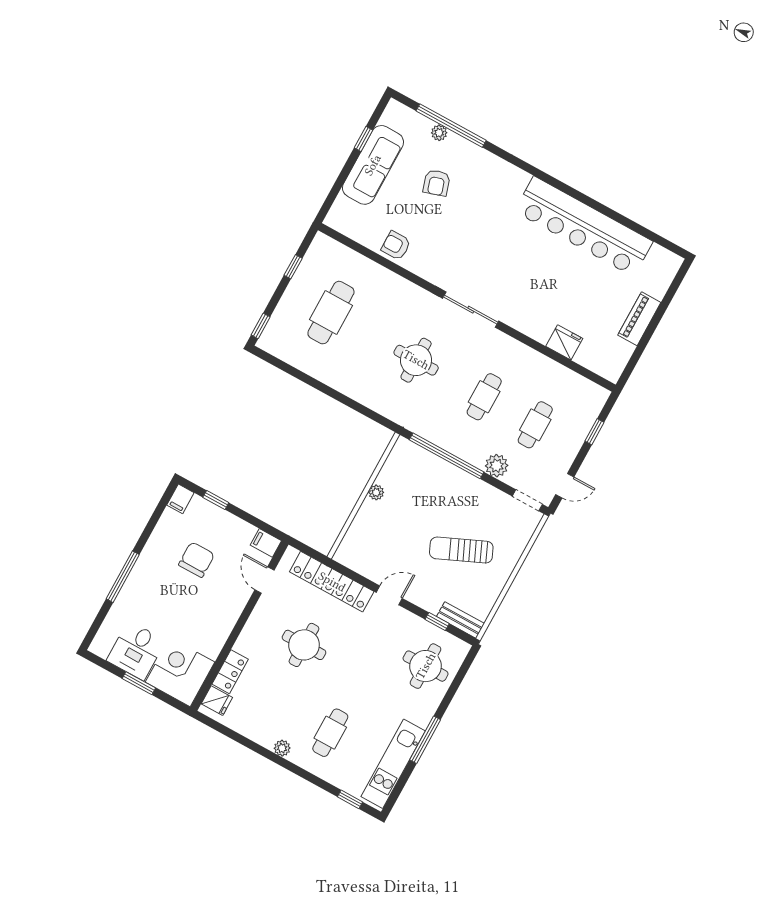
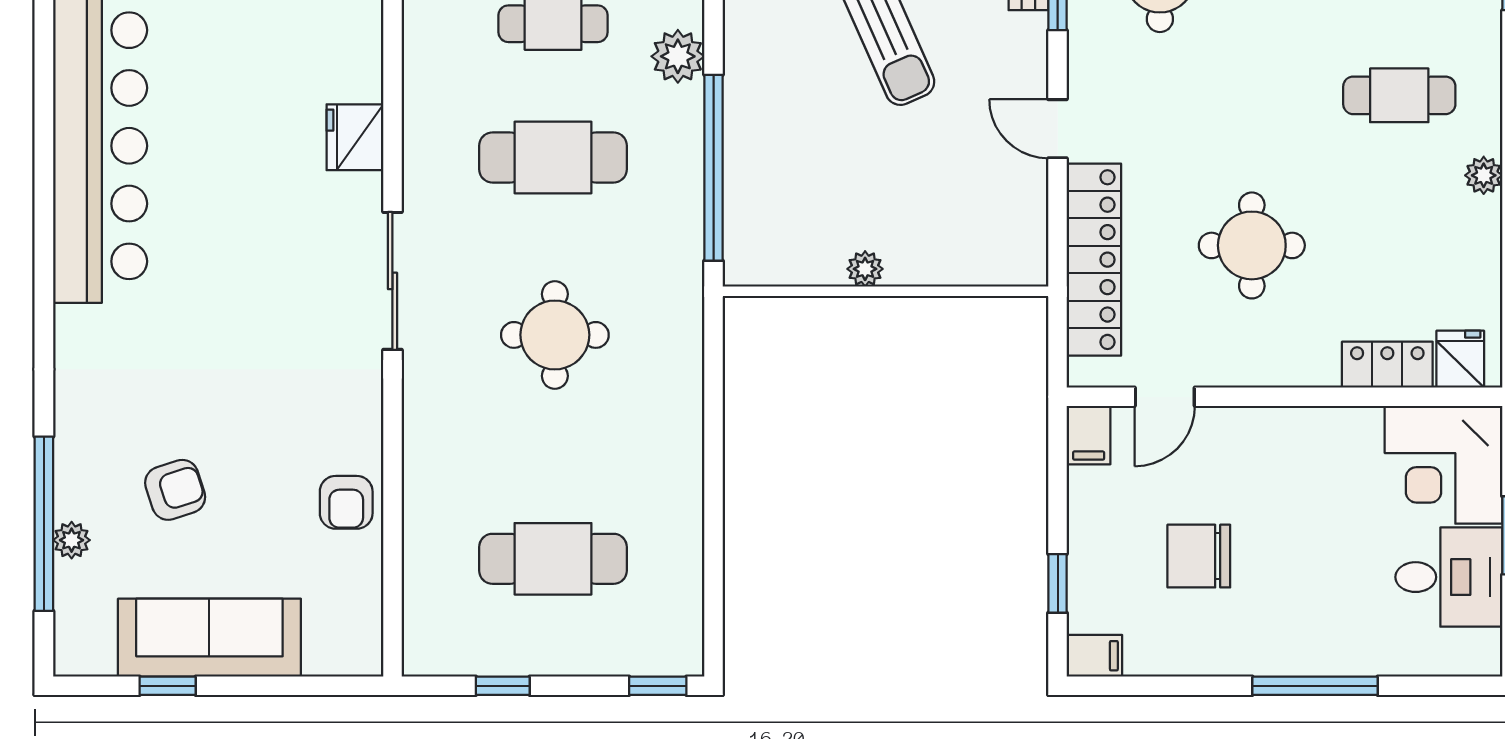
fridge: (564, 342) -> (355, 137), moved
cafe table: (484, 397) -> (553, 157), width x1.37, depth x1.35

